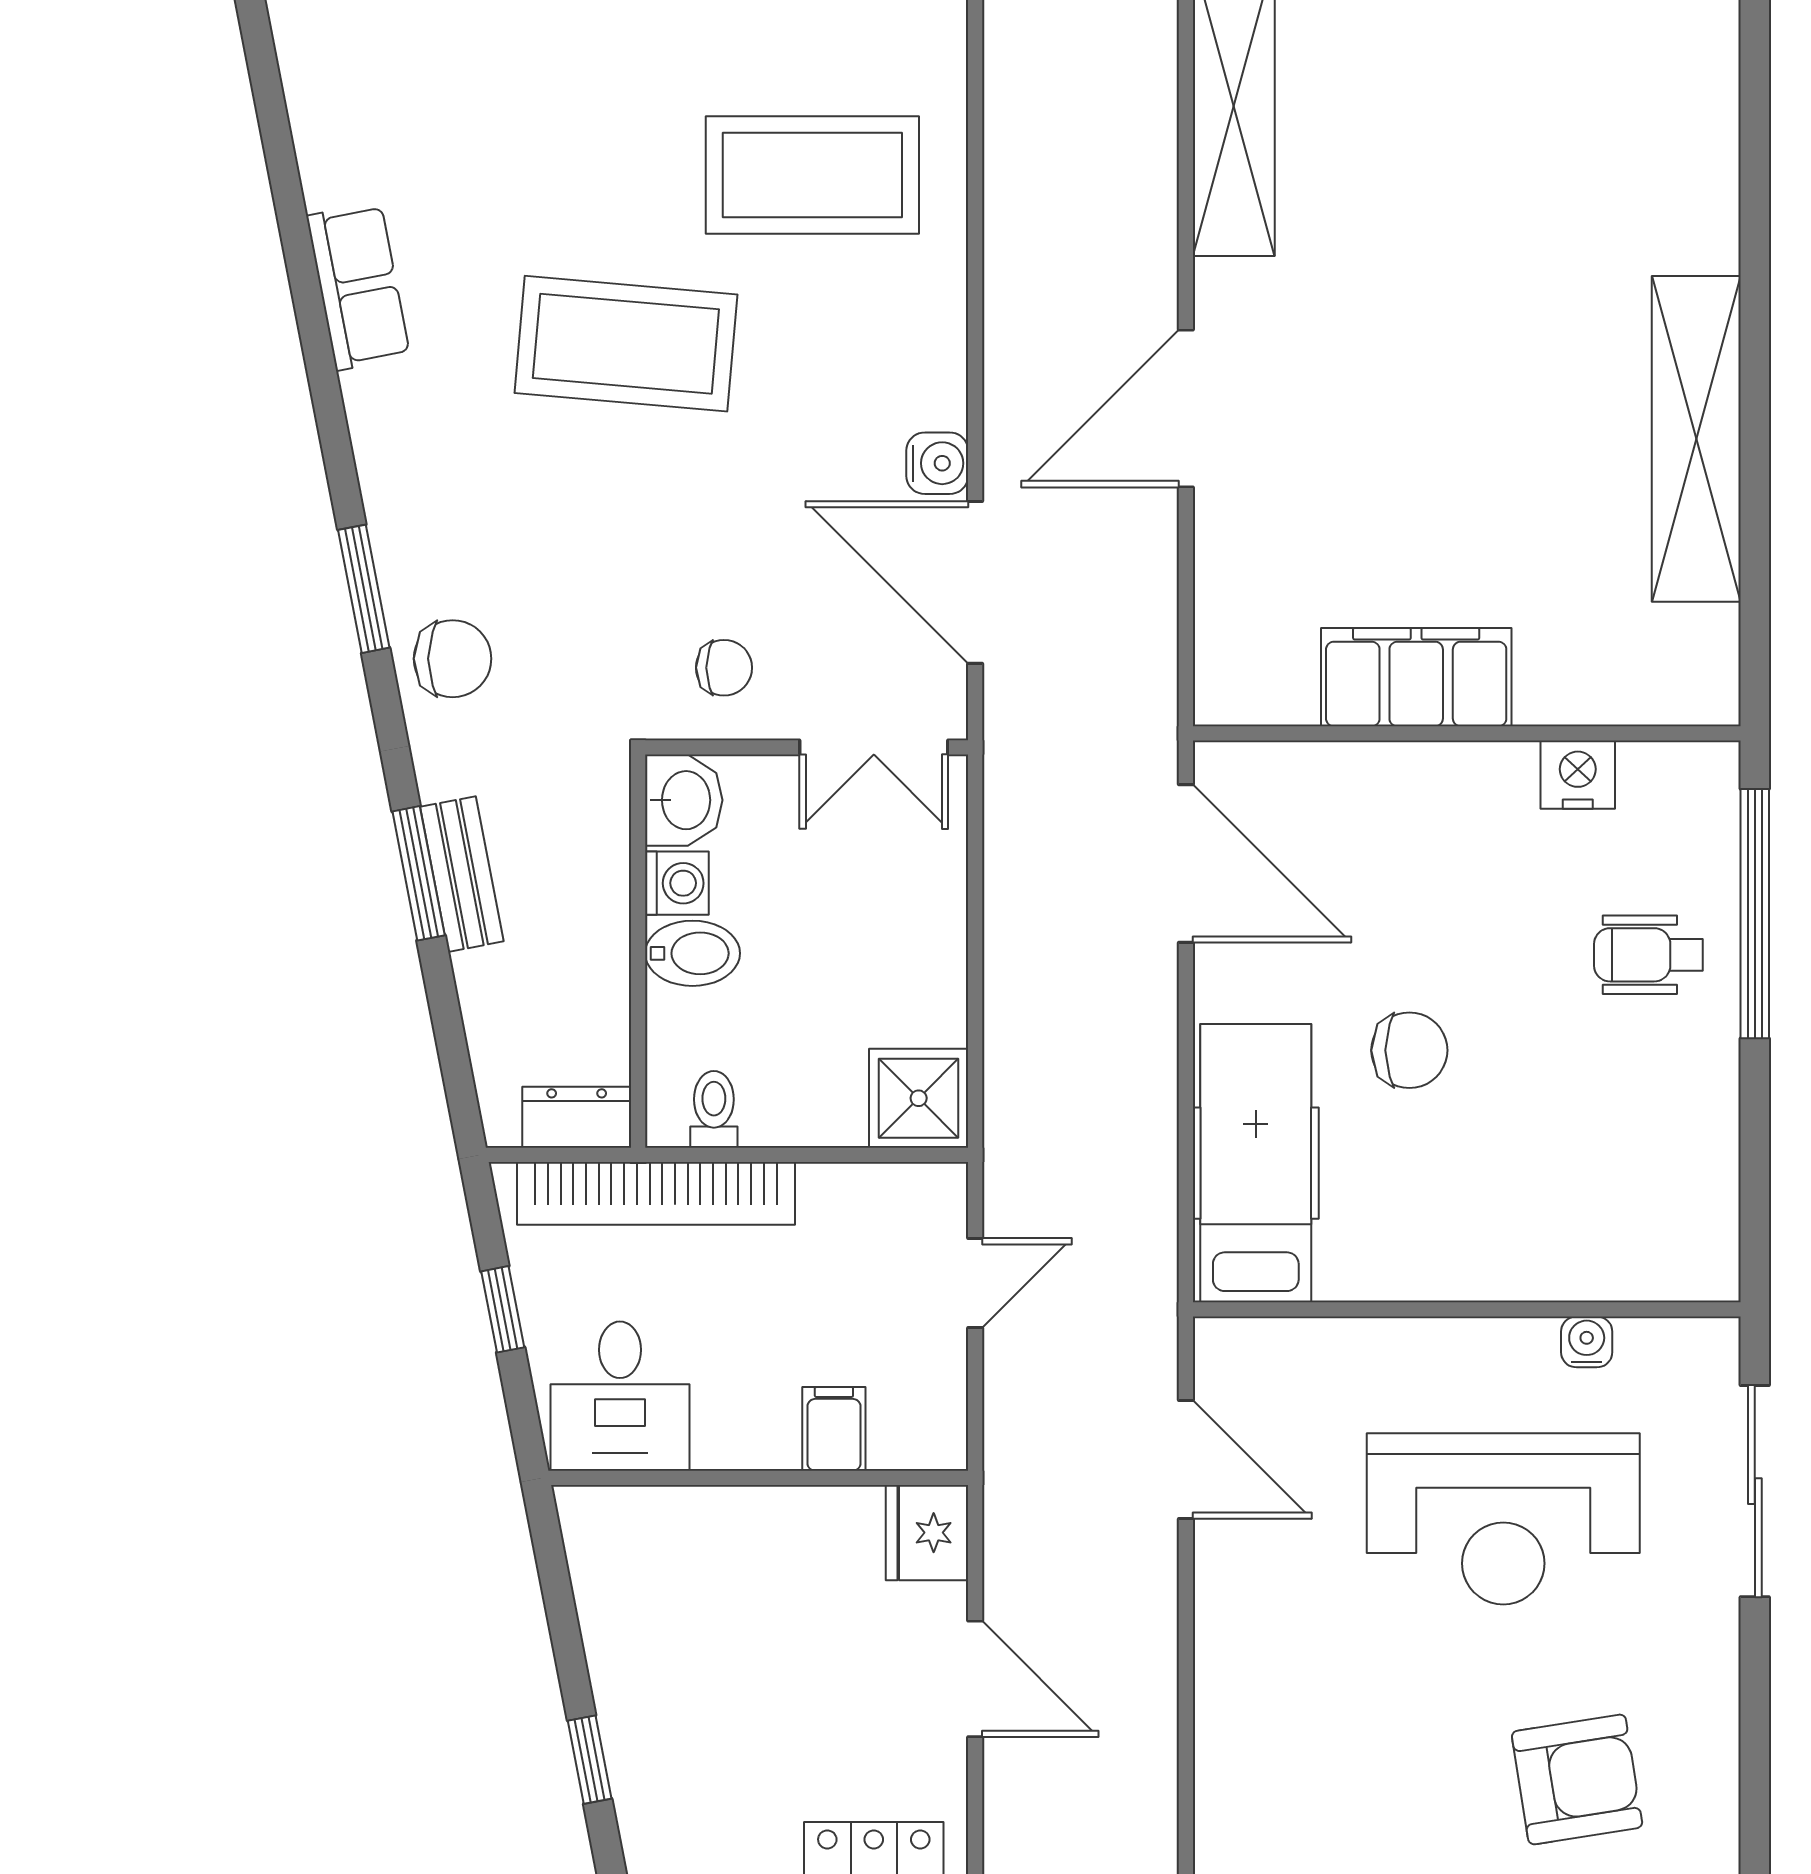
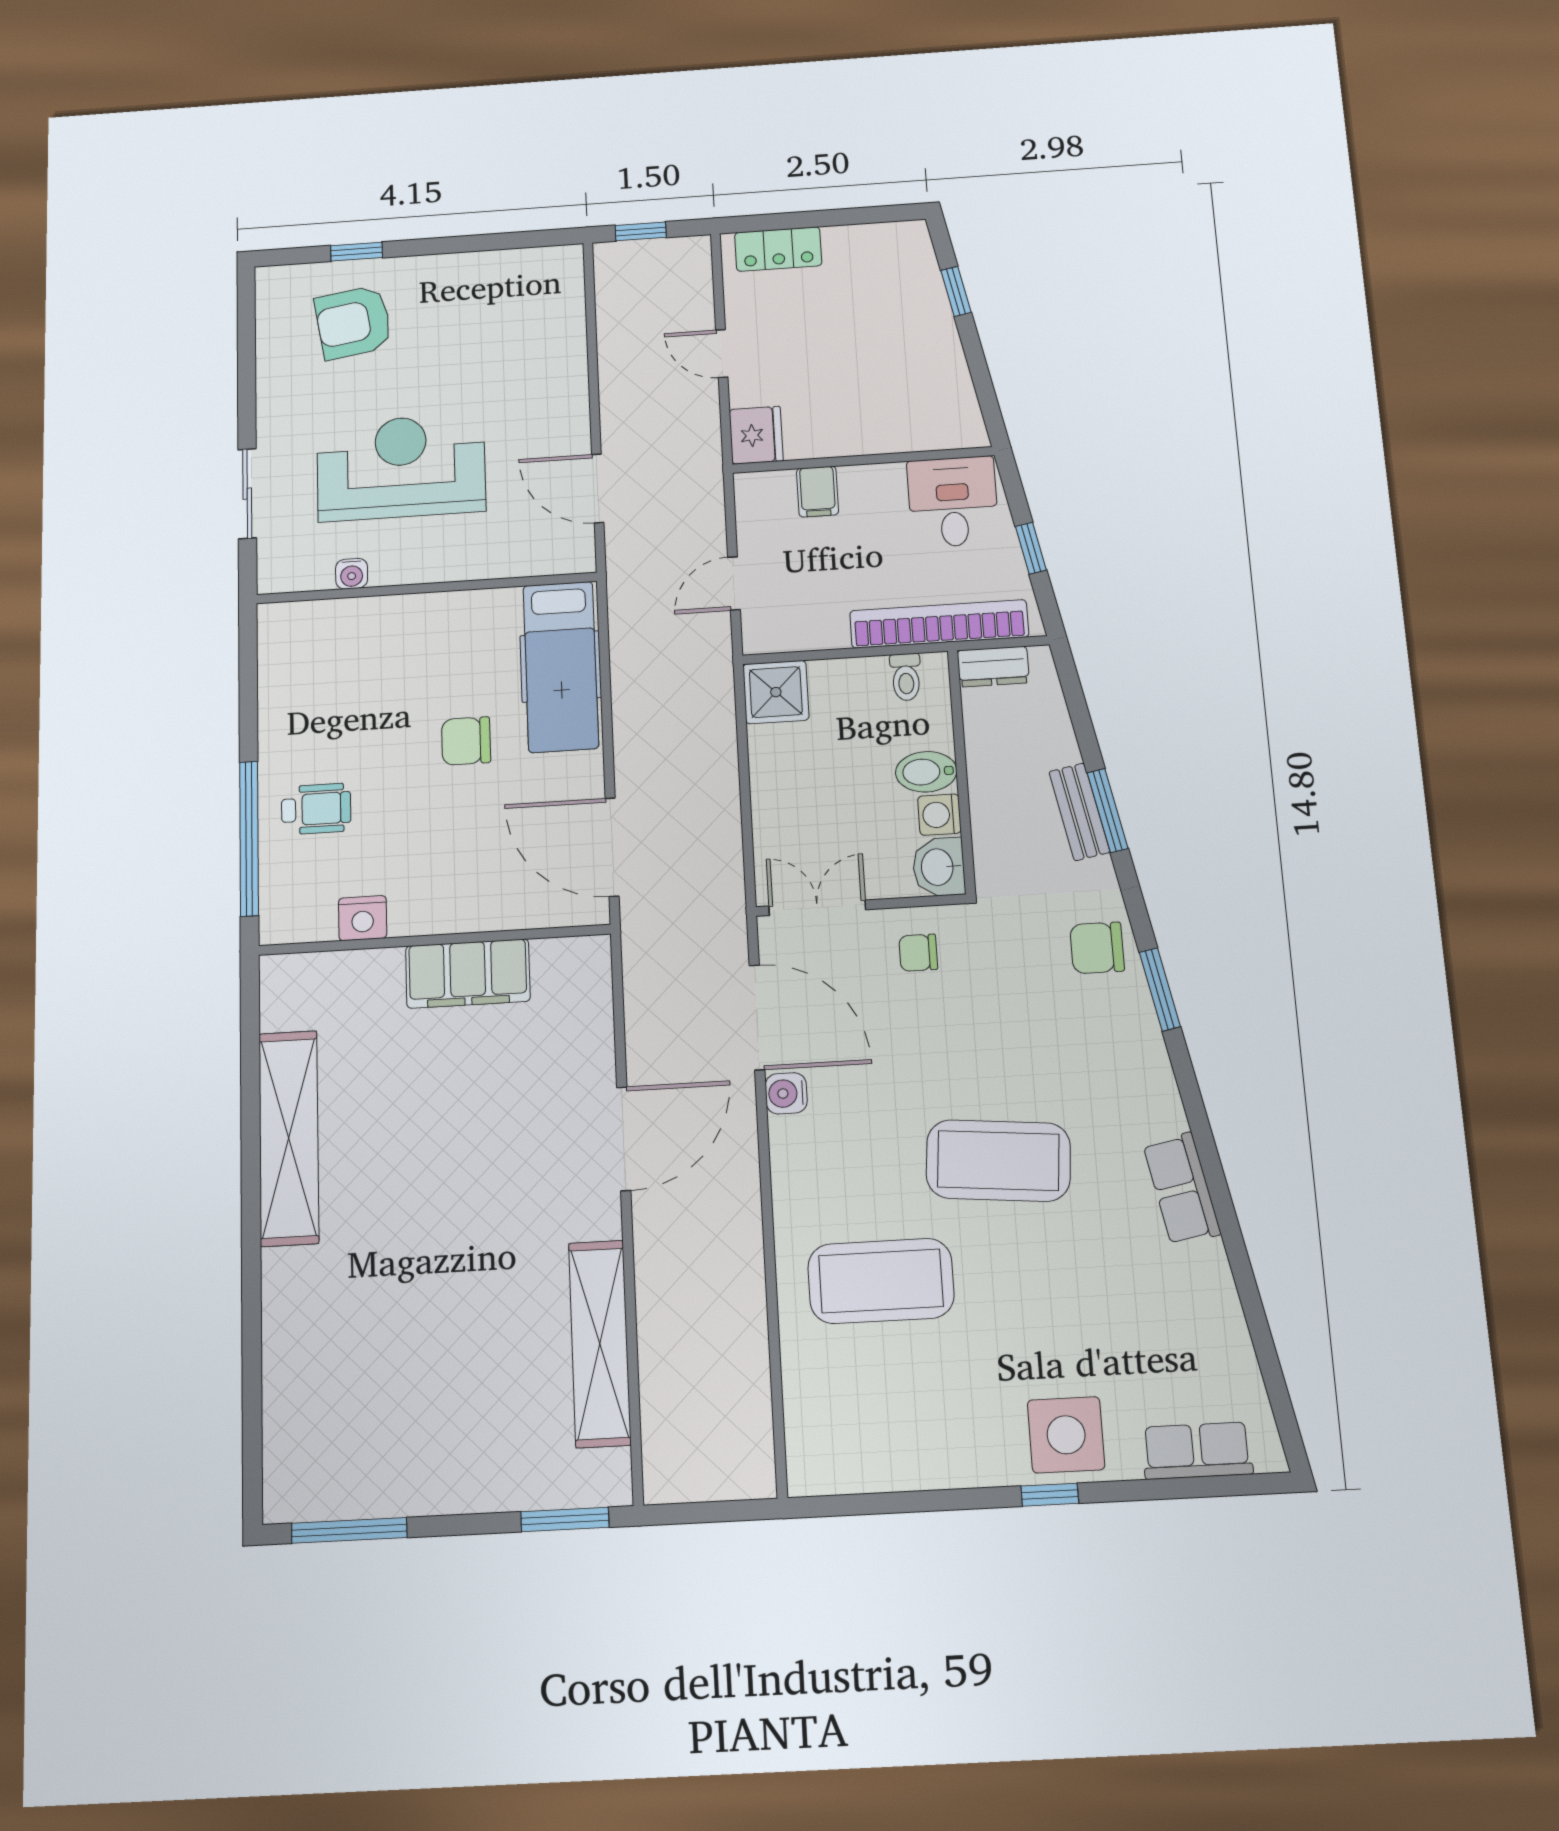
sliding door: (1755, 1491) -> (247, 494), width x0.73
door: (975, 1679) -> (722, 354), width x0.73

